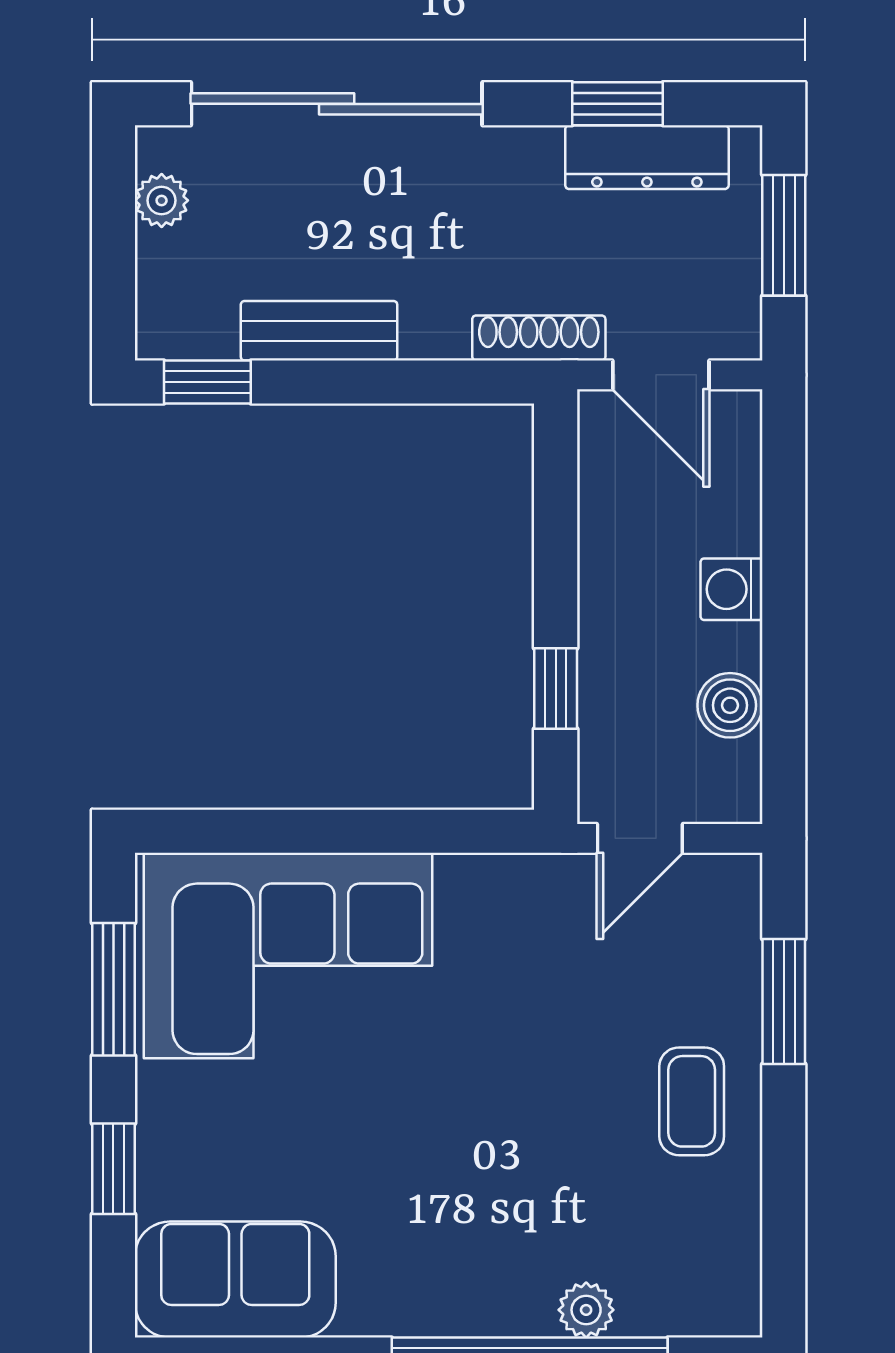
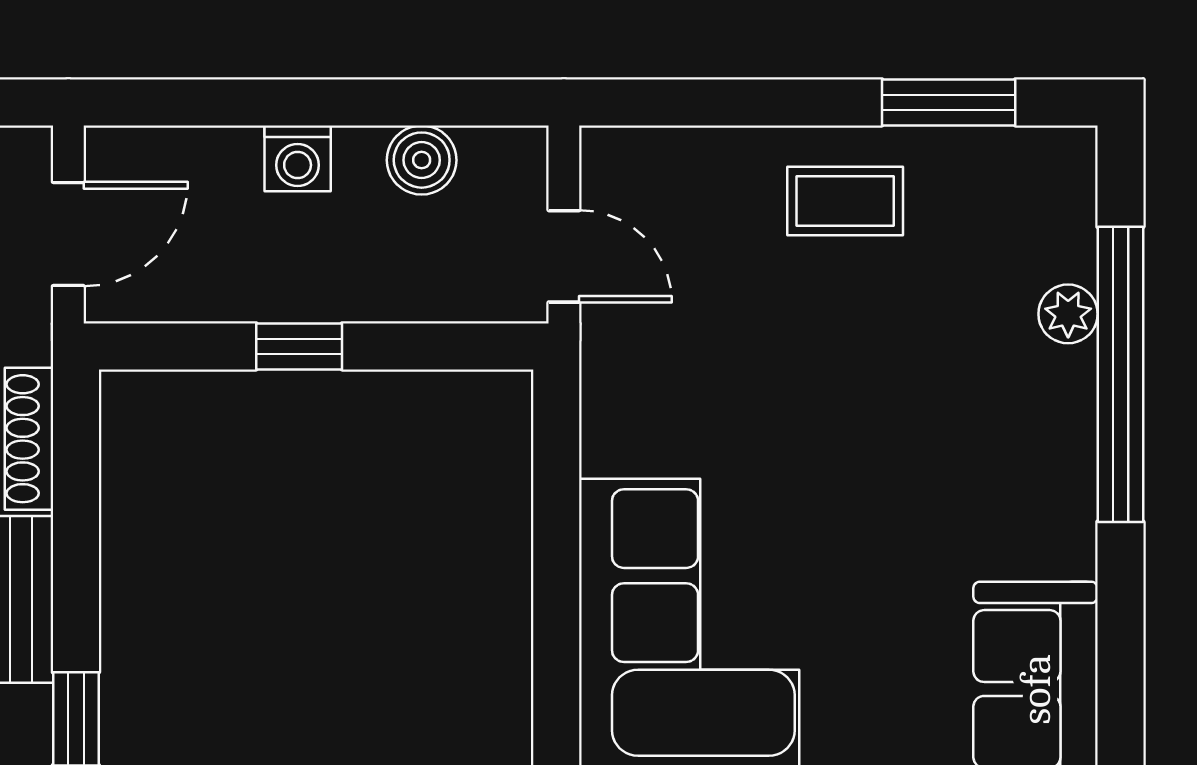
shoe rack: (539, 338) -> (29, 439), moved
window: (556, 689) -> (299, 346), moved
window: (784, 1001) -> (949, 102), moved

